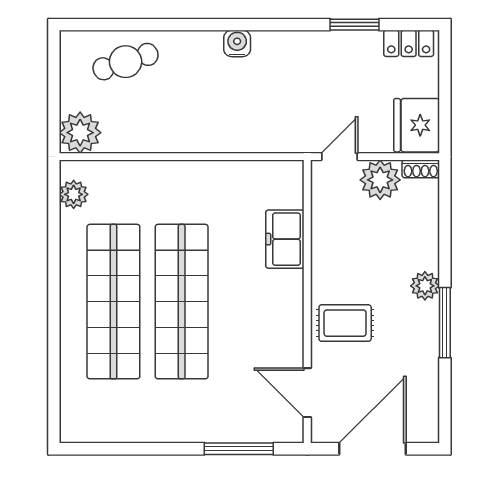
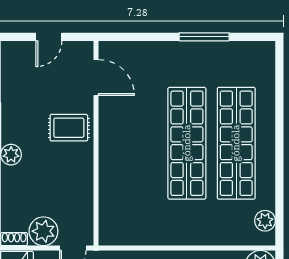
freezer: (285, 239) -> (112, 188), removed
window: (239, 449) -> (204, 37), moved
door: (373, 449) -> (49, 37), width x0.53

